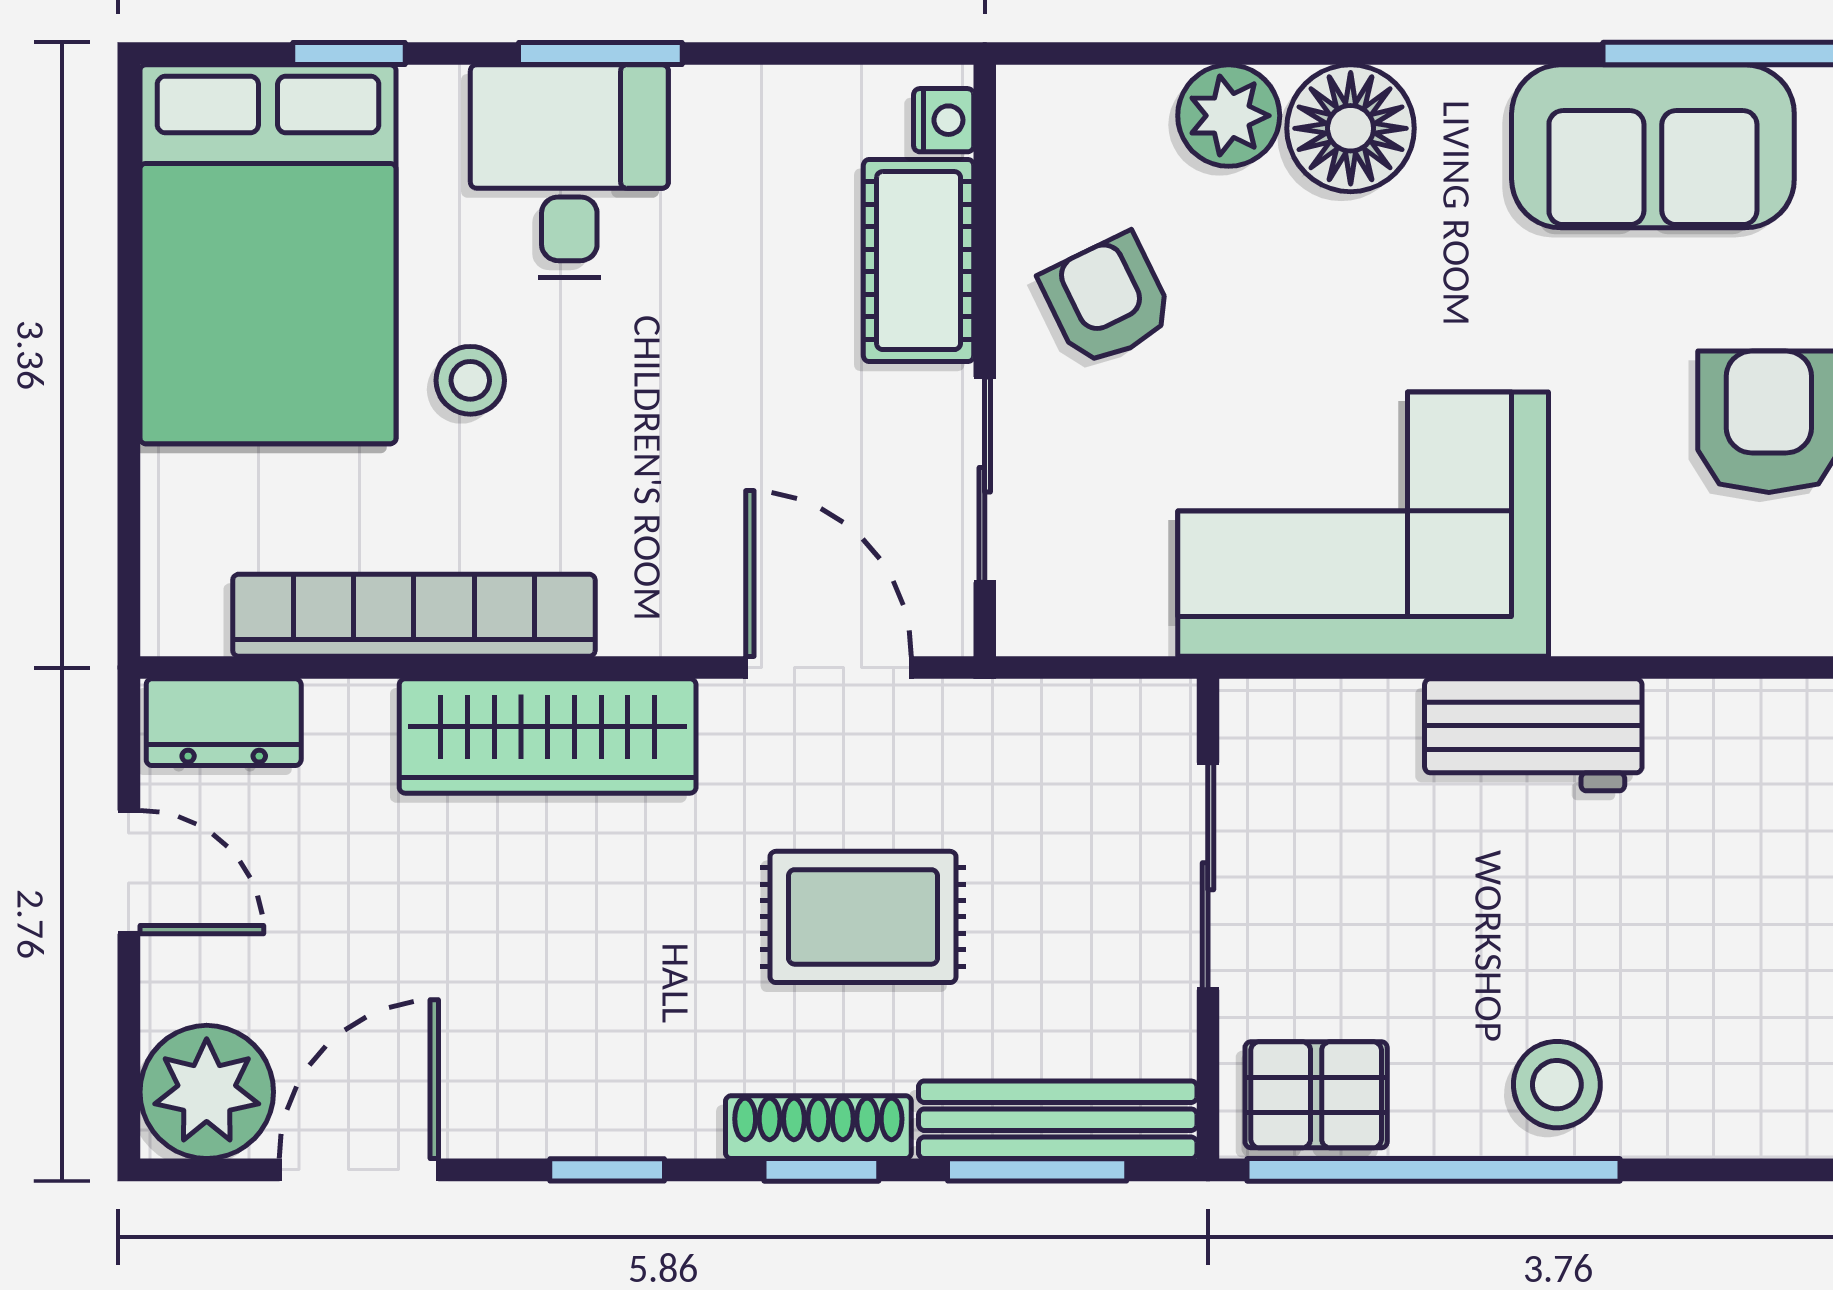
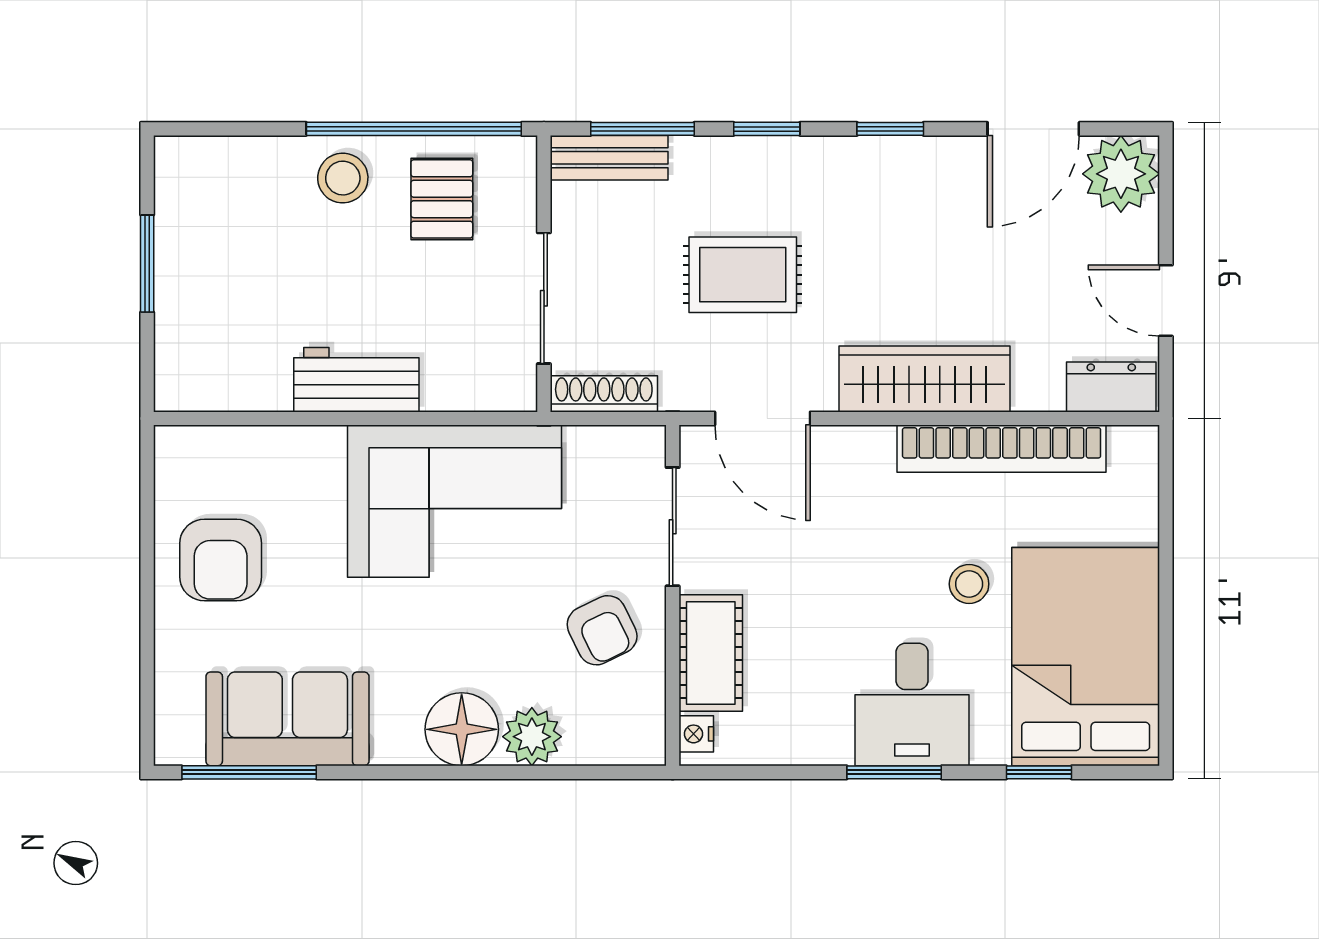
pallet: (1316, 1095) -> (442, 199), moved, turned 90
bench: (1058, 1120) -> (609, 158), width x0.73
shoe rack: (818, 1127) -> (604, 394), moved, turned 180

